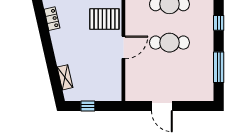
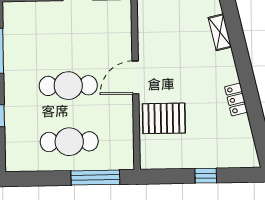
locker: (52, 19) -> (236, 99), moved

